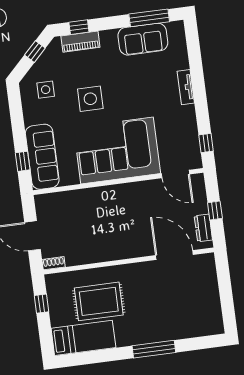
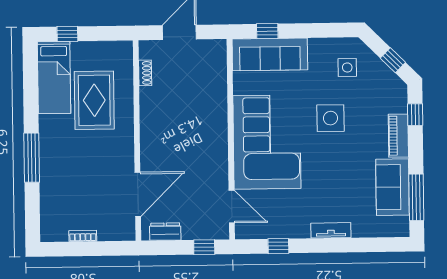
piano: (80, 42) -> (398, 136), moved
window: (206, 143) -> (278, 246), moved
door: (175, 174) -> (232, 207), swing flipped
window: (215, 210) -> (204, 247), moved
shoe rack: (54, 263) -> (145, 73), moved
bookcase: (215, 298) -> (83, 236), added
window: (41, 304) -> (67, 34), moved

